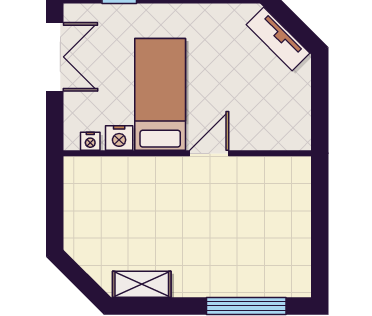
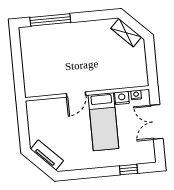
double door: (55, 57) -> (157, 122), moved
shelving: (142, 284) -> (126, 33), moved, turned 45

